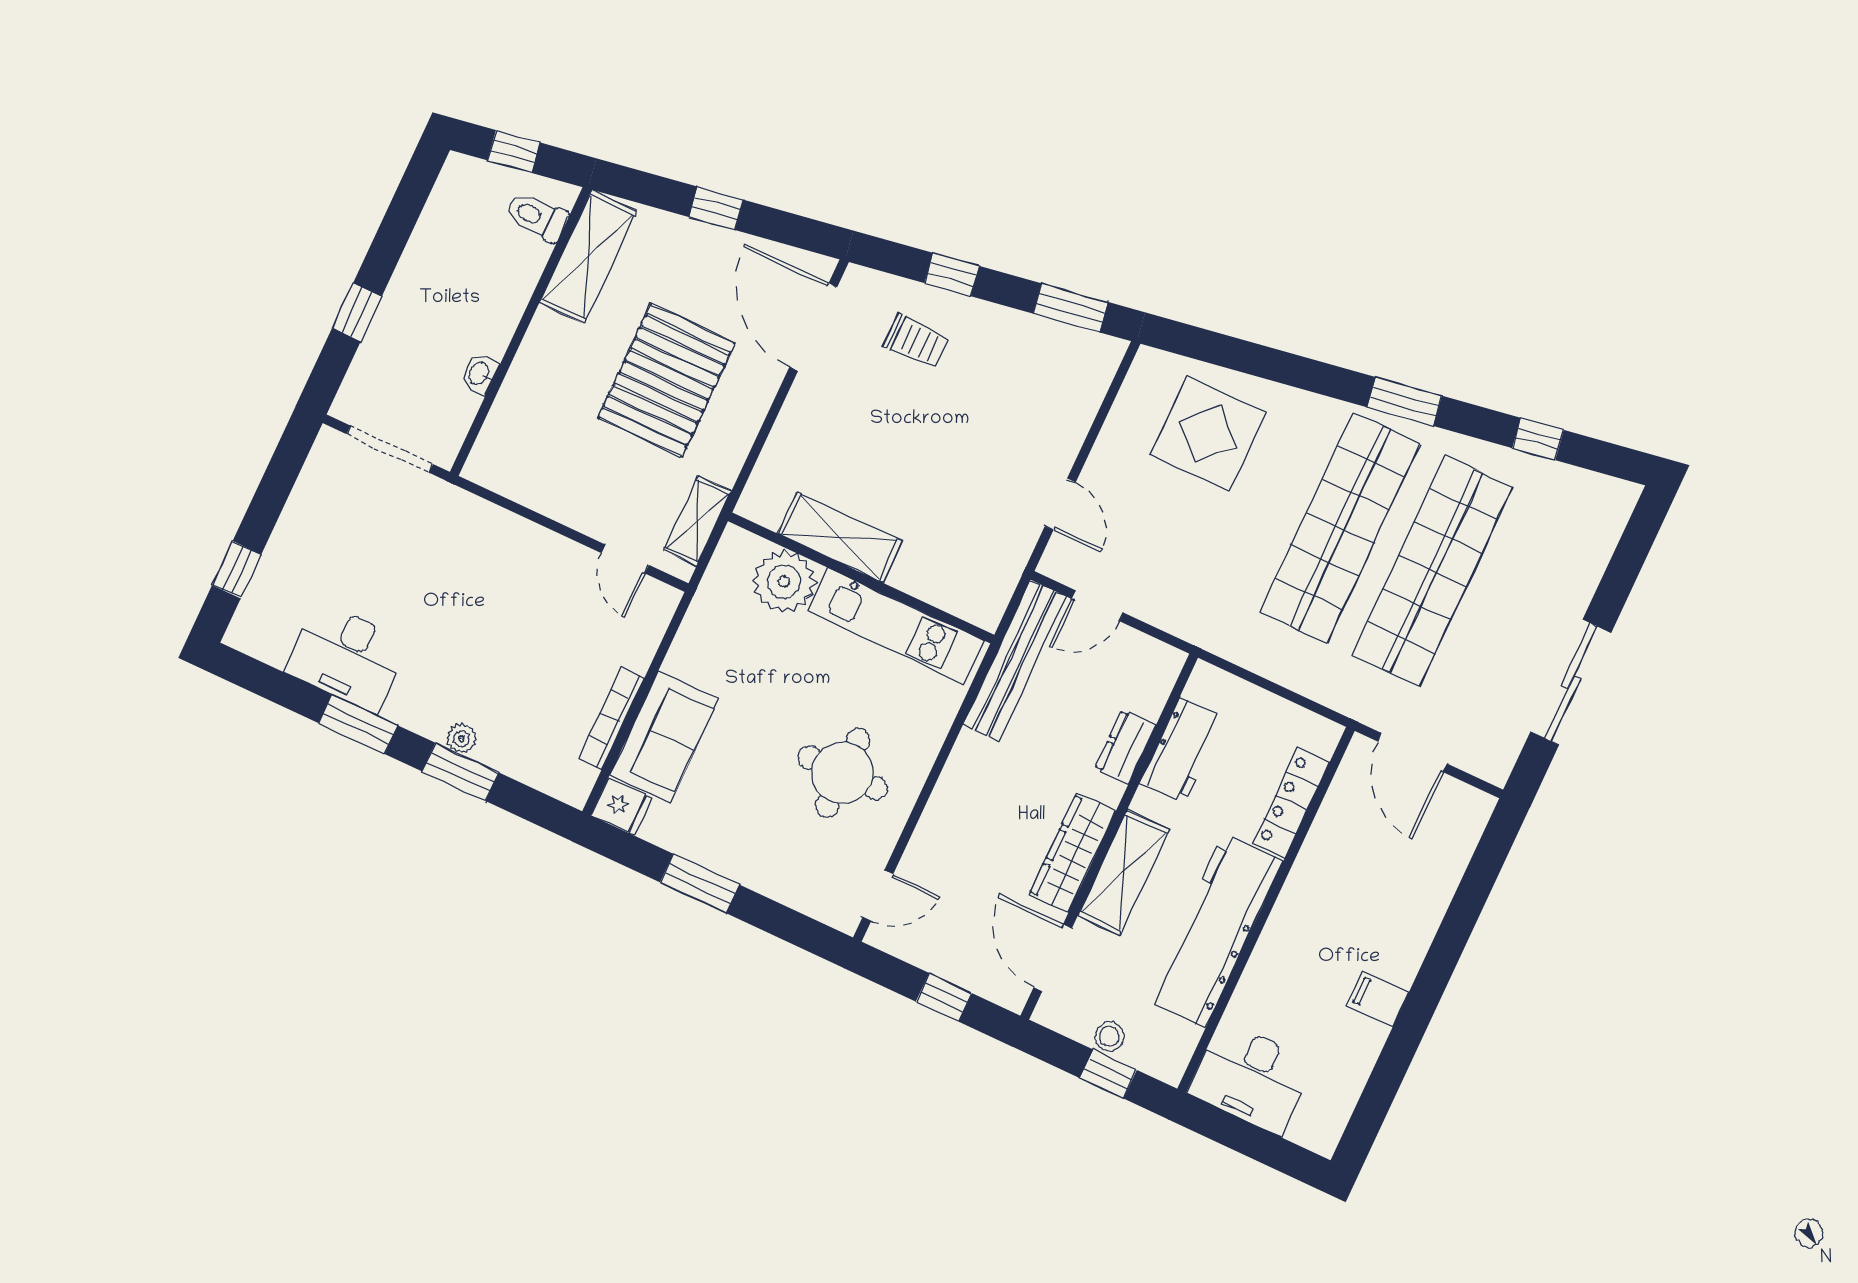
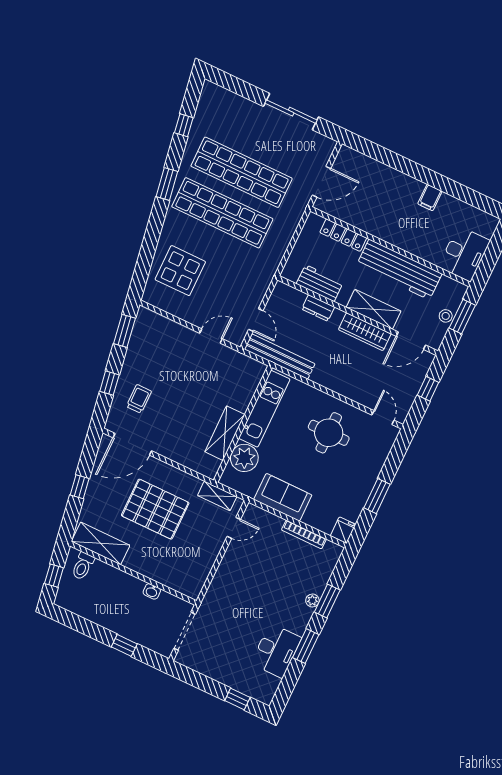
sofa: (664, 737) -> (283, 497), moved
window: (1108, 1074) -> (462, 317), width x1.50

